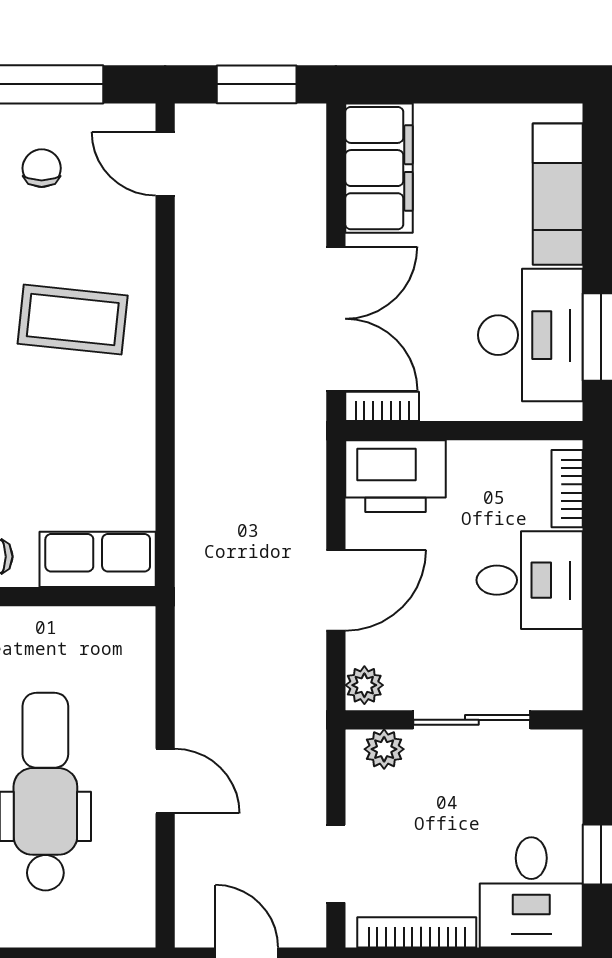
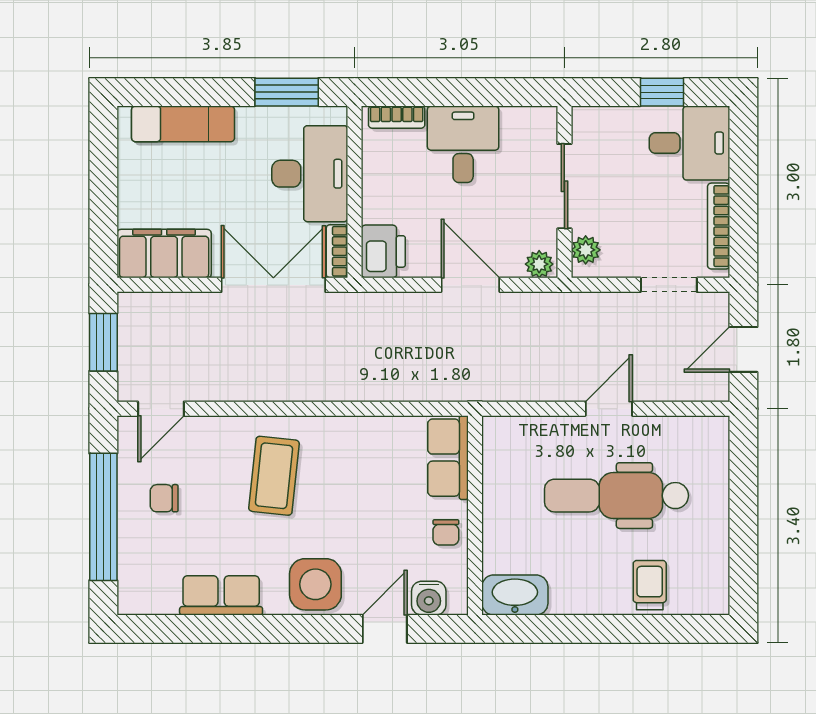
desk: (530, 335) -> (310, 174), moved, turned 90
printer: (395, 476) -> (383, 251), width x0.73, depth x0.84

